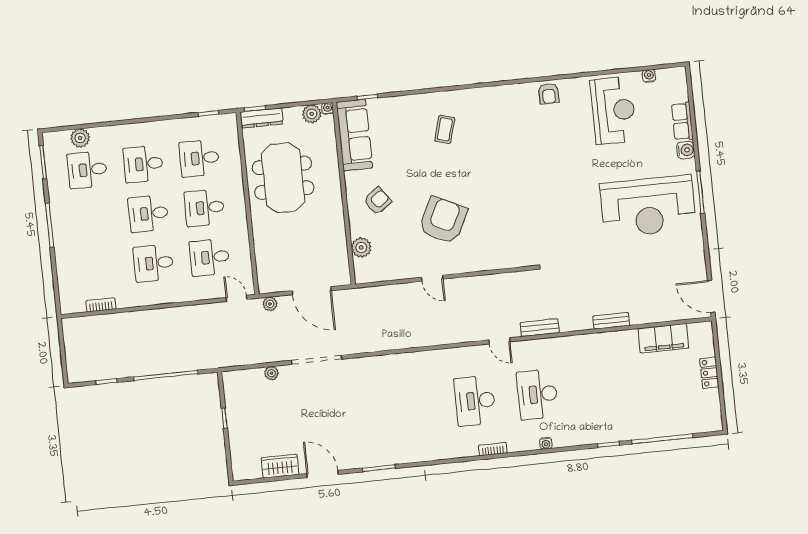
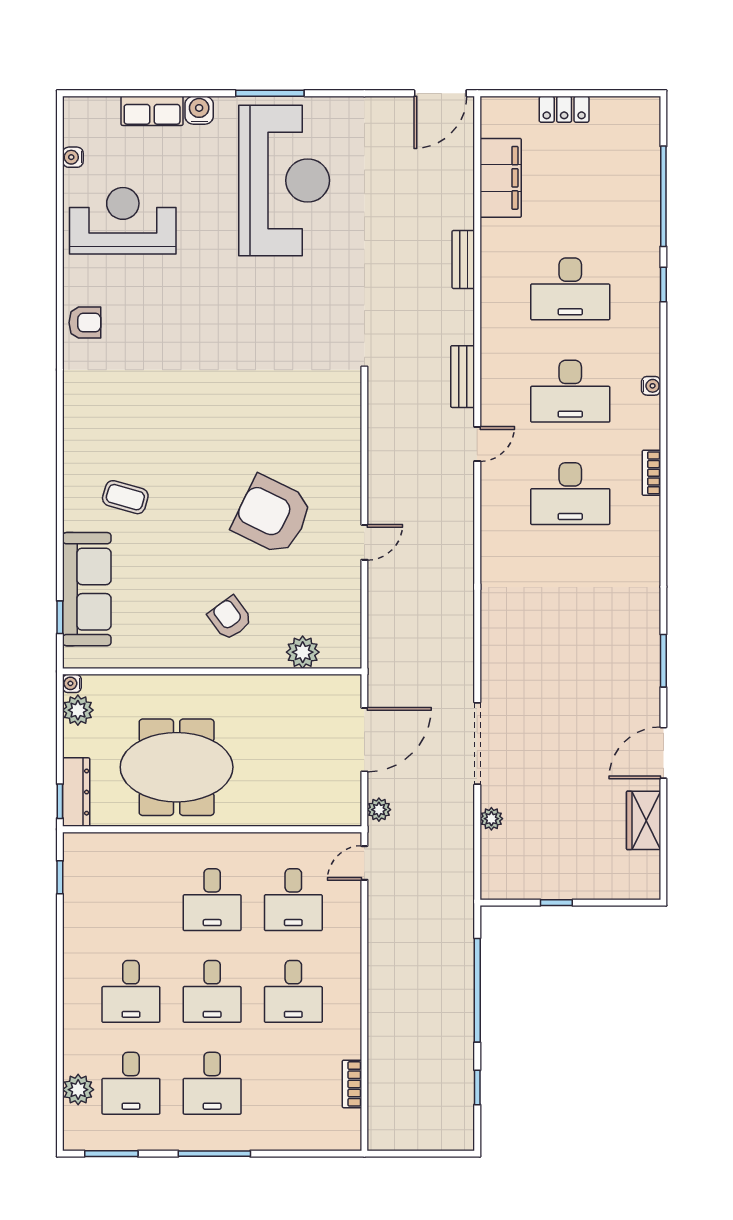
sofa: (354, 135) -> (87, 589), moved, turned 90
desk: (199, 158) -> (212, 1083), moved
desk: (600, 388) -> (570, 289), added

